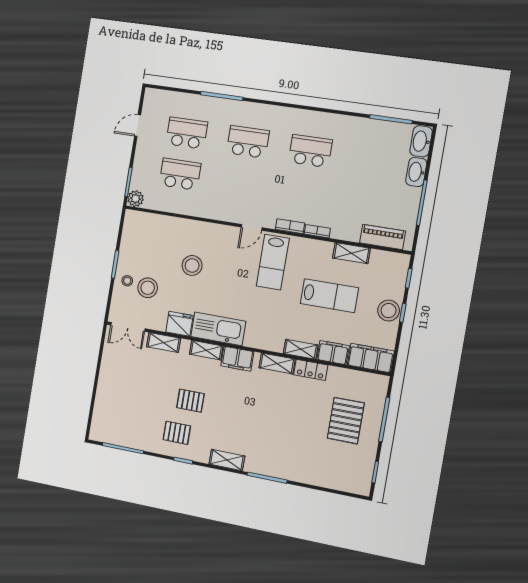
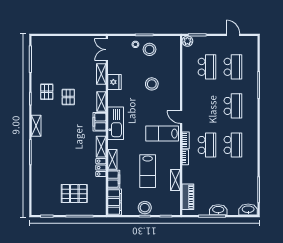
washbasin: (416, 172) -> (218, 210), moved
school desk: (303, 193) -> (207, 145), added
stool: (148, 288) -> (149, 49), moved
kitchen sink: (218, 329) -> (116, 123), moved

